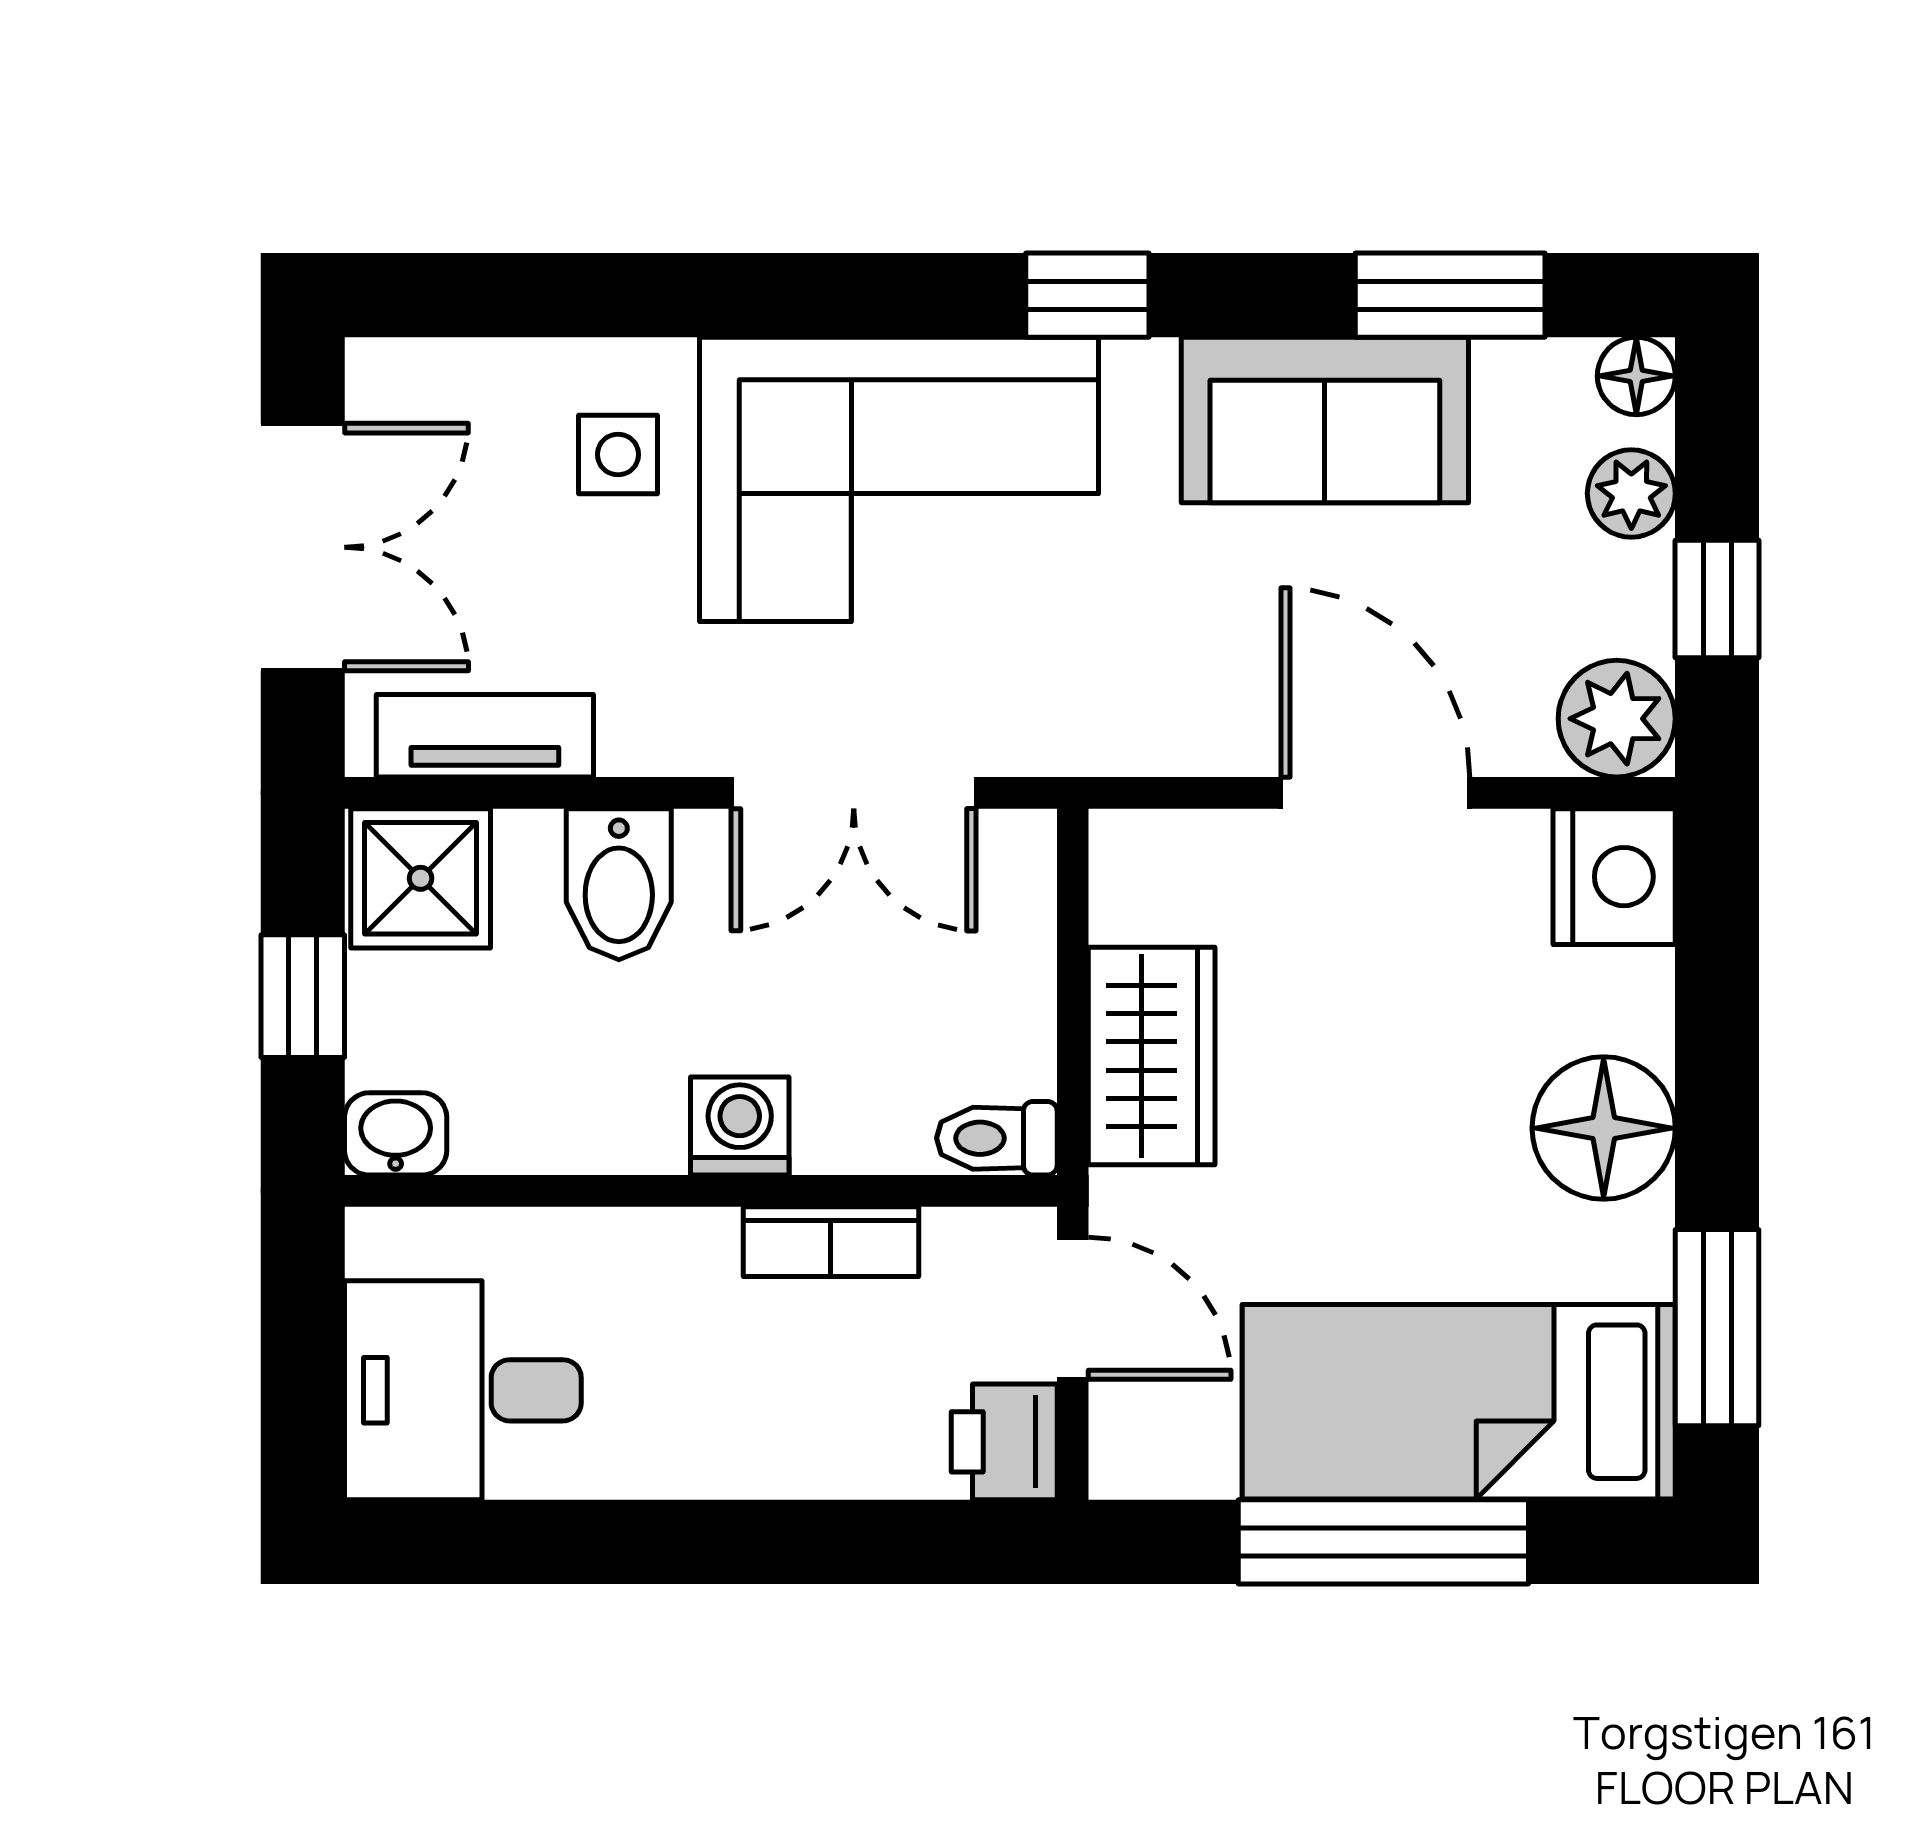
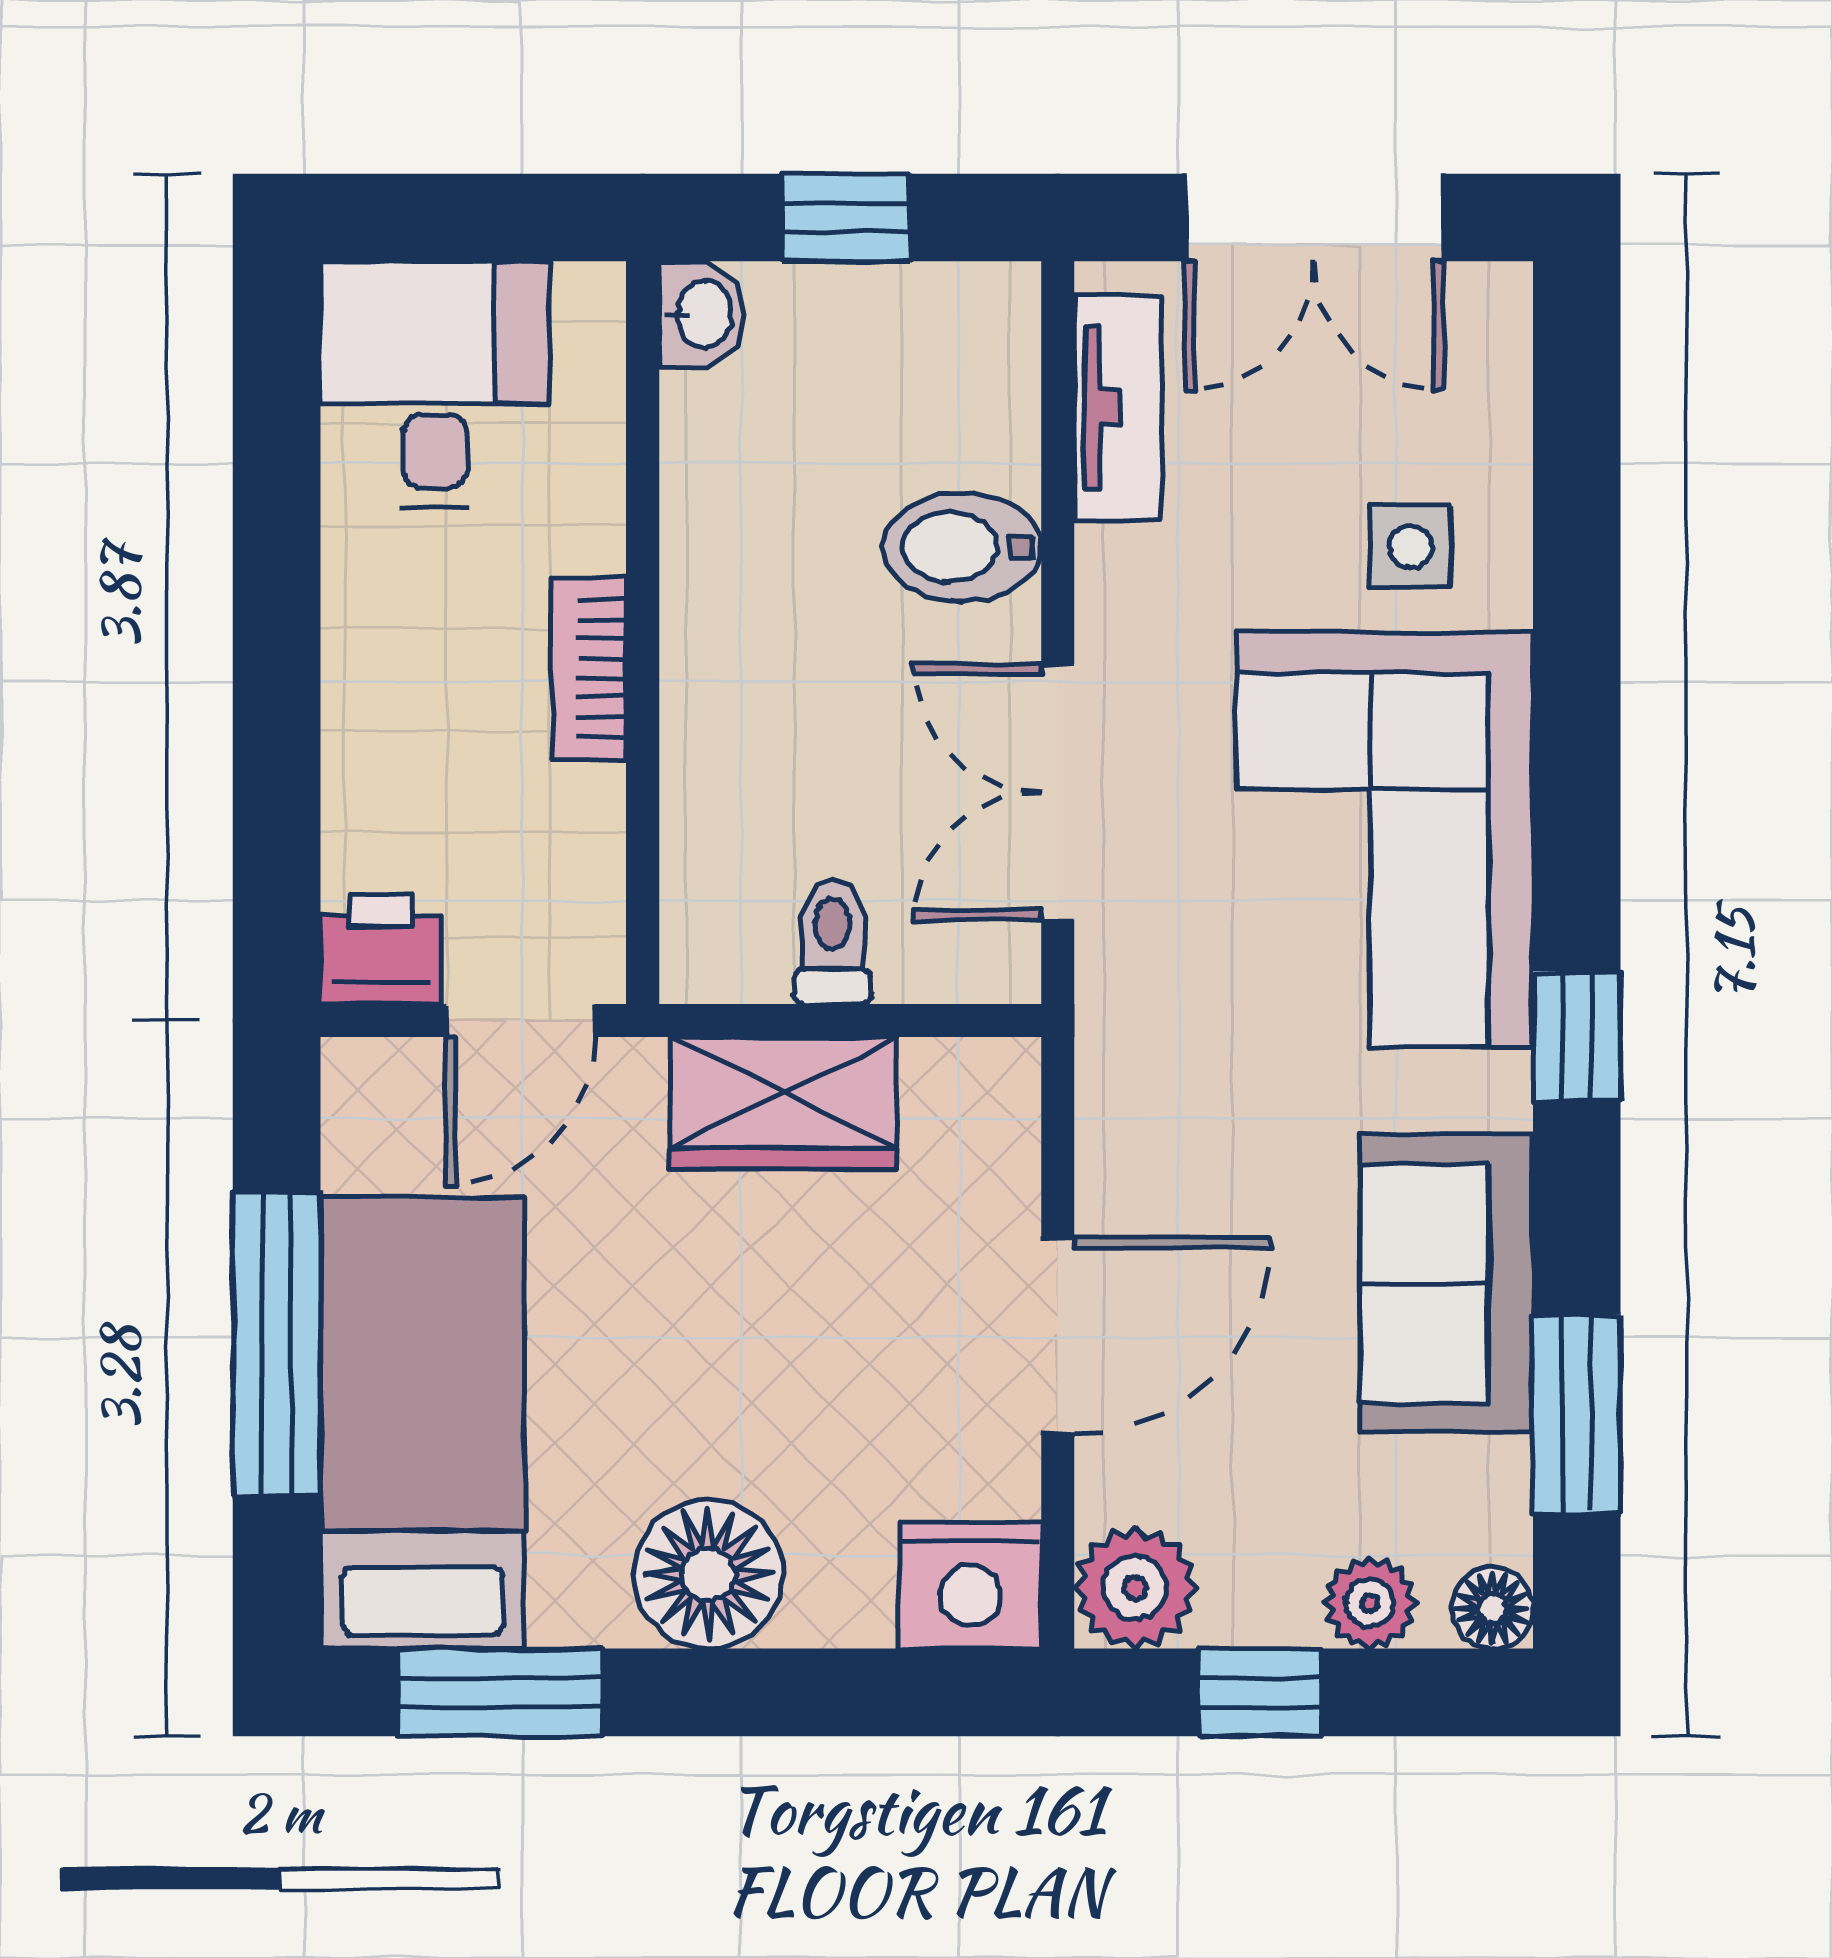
shower: (421, 878) -> (969, 340), removed
washing machine: (740, 1126) -> (710, 673), removed
toilet: (997, 1138) -> (833, 941), moved
bookcase: (831, 1242) -> (590, 669), moved

